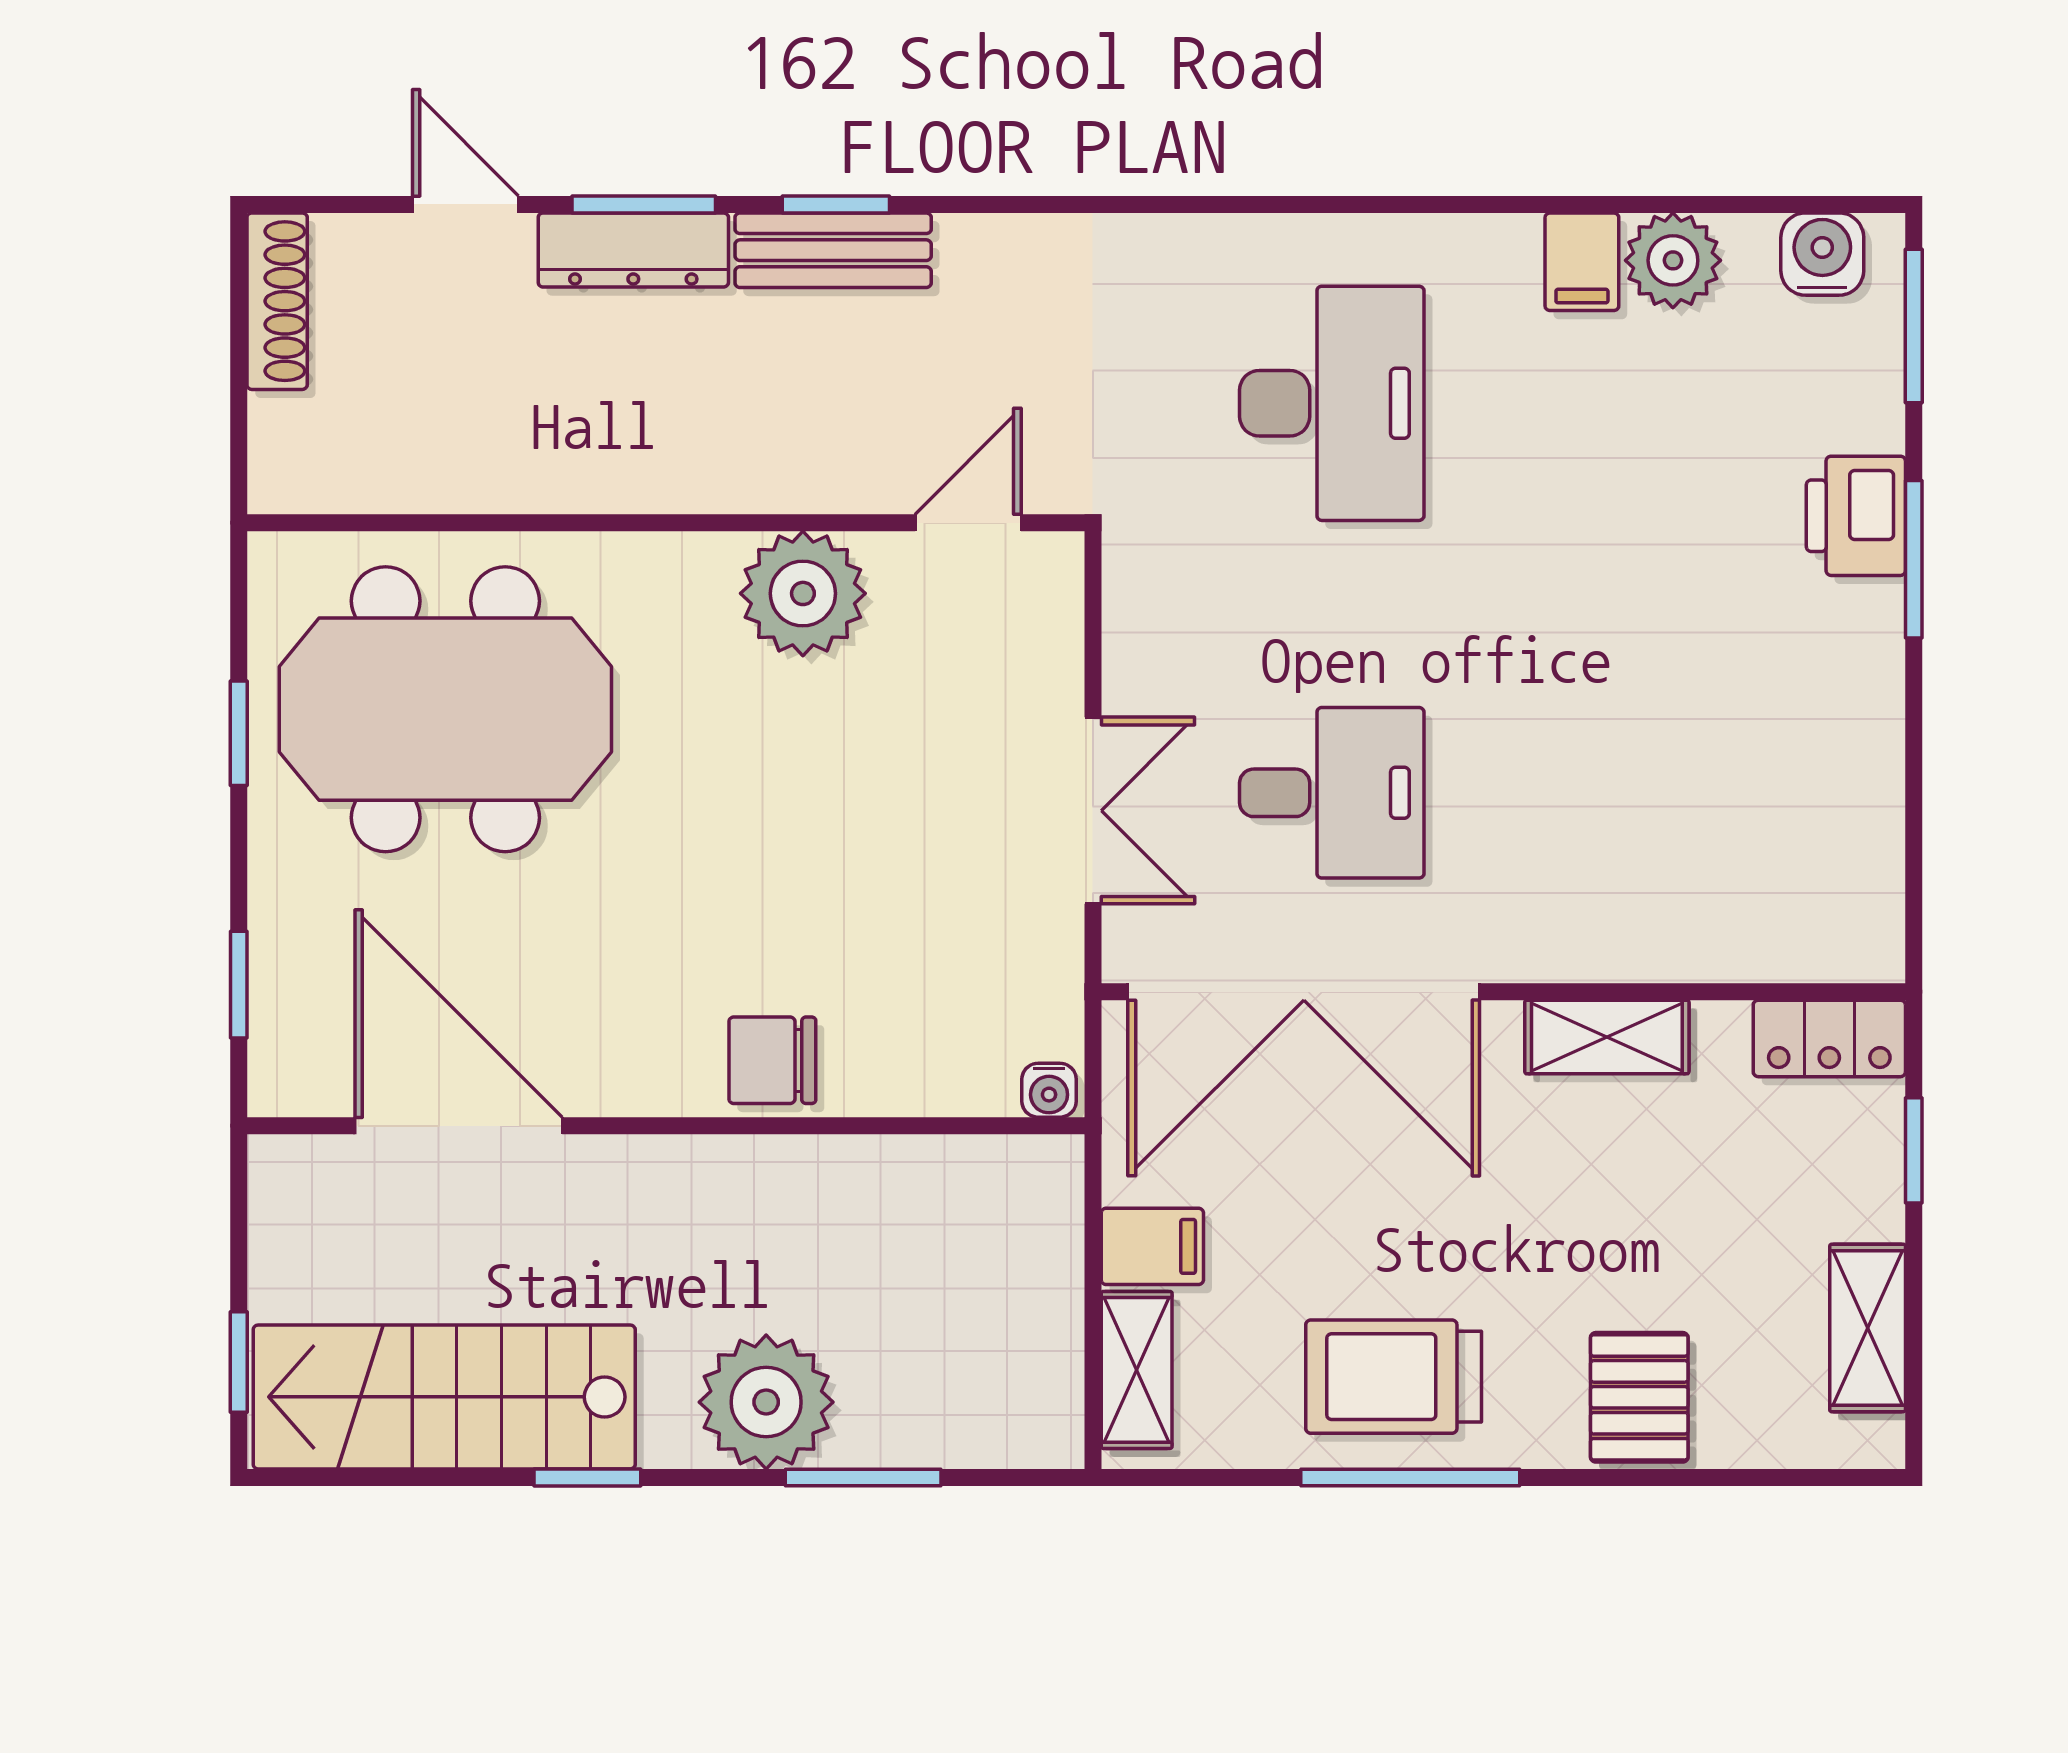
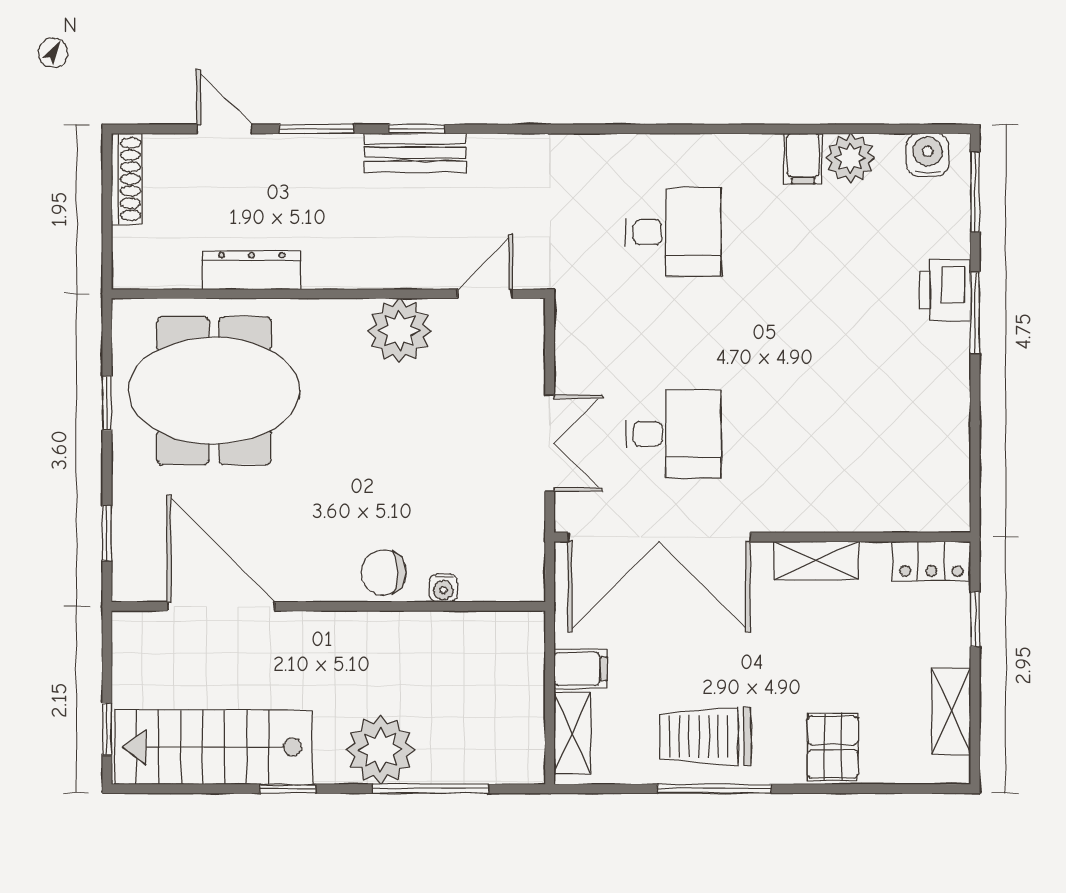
dresser: (633, 250) -> (252, 270), moved, turned 180
desk: (1332, 403) -> (673, 232), width x0.73
water cooler: (1049, 1090) -> (443, 588), moved
window: (863, 1477) -> (431, 789), width x1.44

